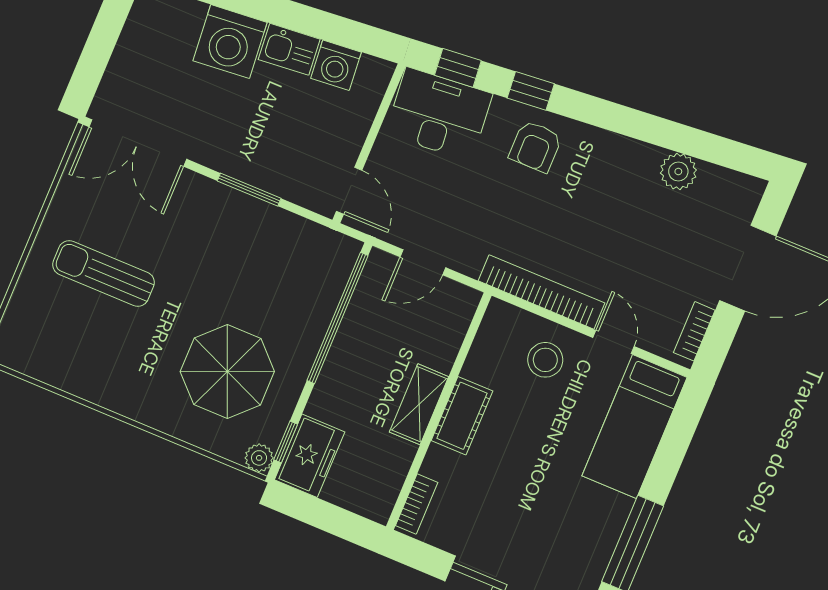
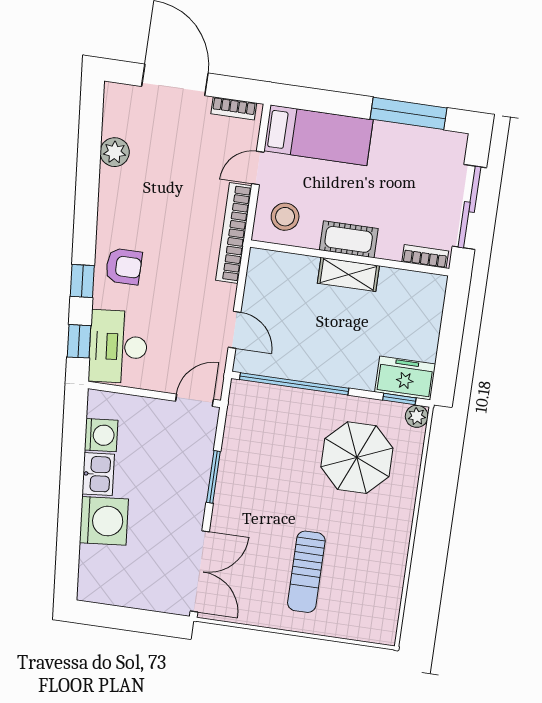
shelving: (419, 404) -> (348, 274), moved
wall: (439, 411) -> (350, 258), moved
cot: (462, 416) -> (349, 239), moved
bookcase: (417, 504) -> (425, 256), moved

